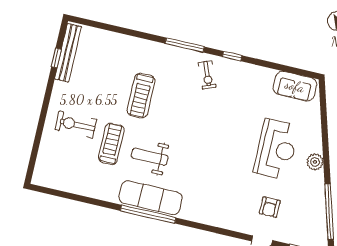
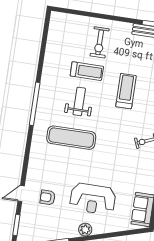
treadmill: (141, 96) -> (126, 91), turned 90
exercise bike: (76, 125) -> (100, 42), turned 180
exercise mat: (151, 198) -> (71, 138), moved, turned 90

